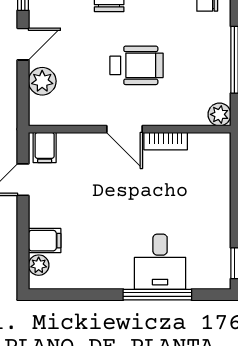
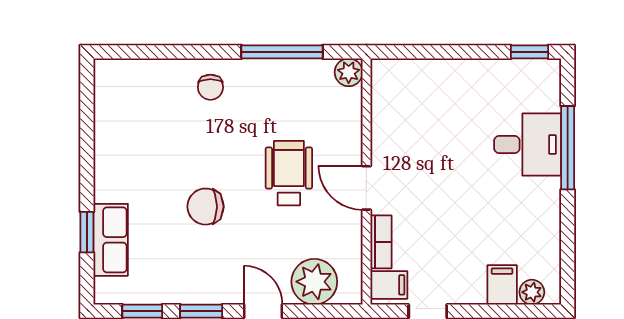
plant: (42, 81) -> (314, 282), width x1.36, depth x1.36
door: (124, 129) -> (366, 188), swing flipped
bookcase: (166, 141) -> (381, 242), moved

